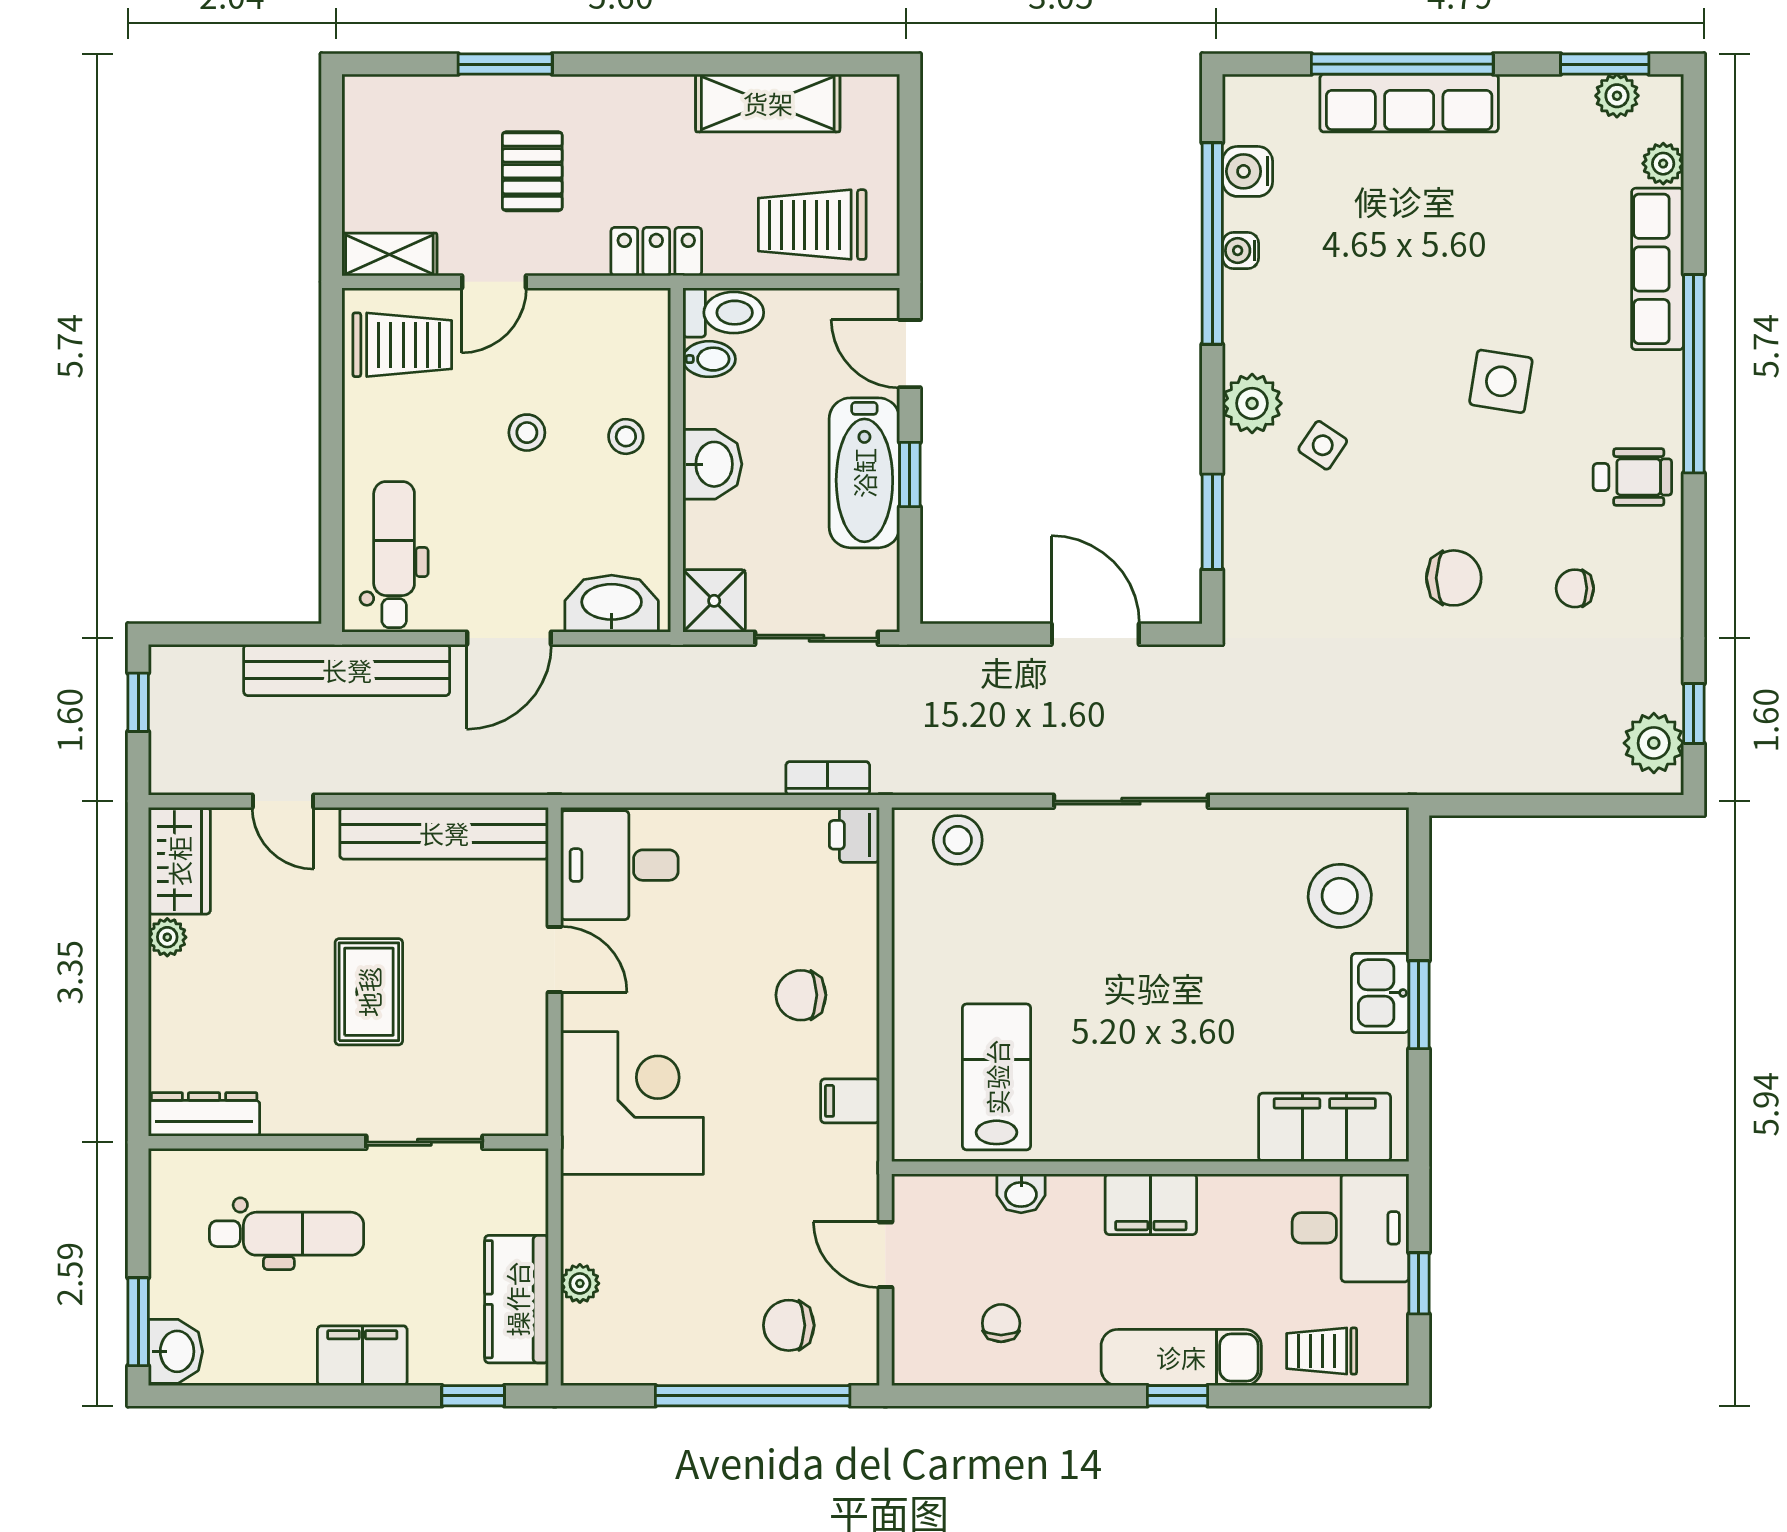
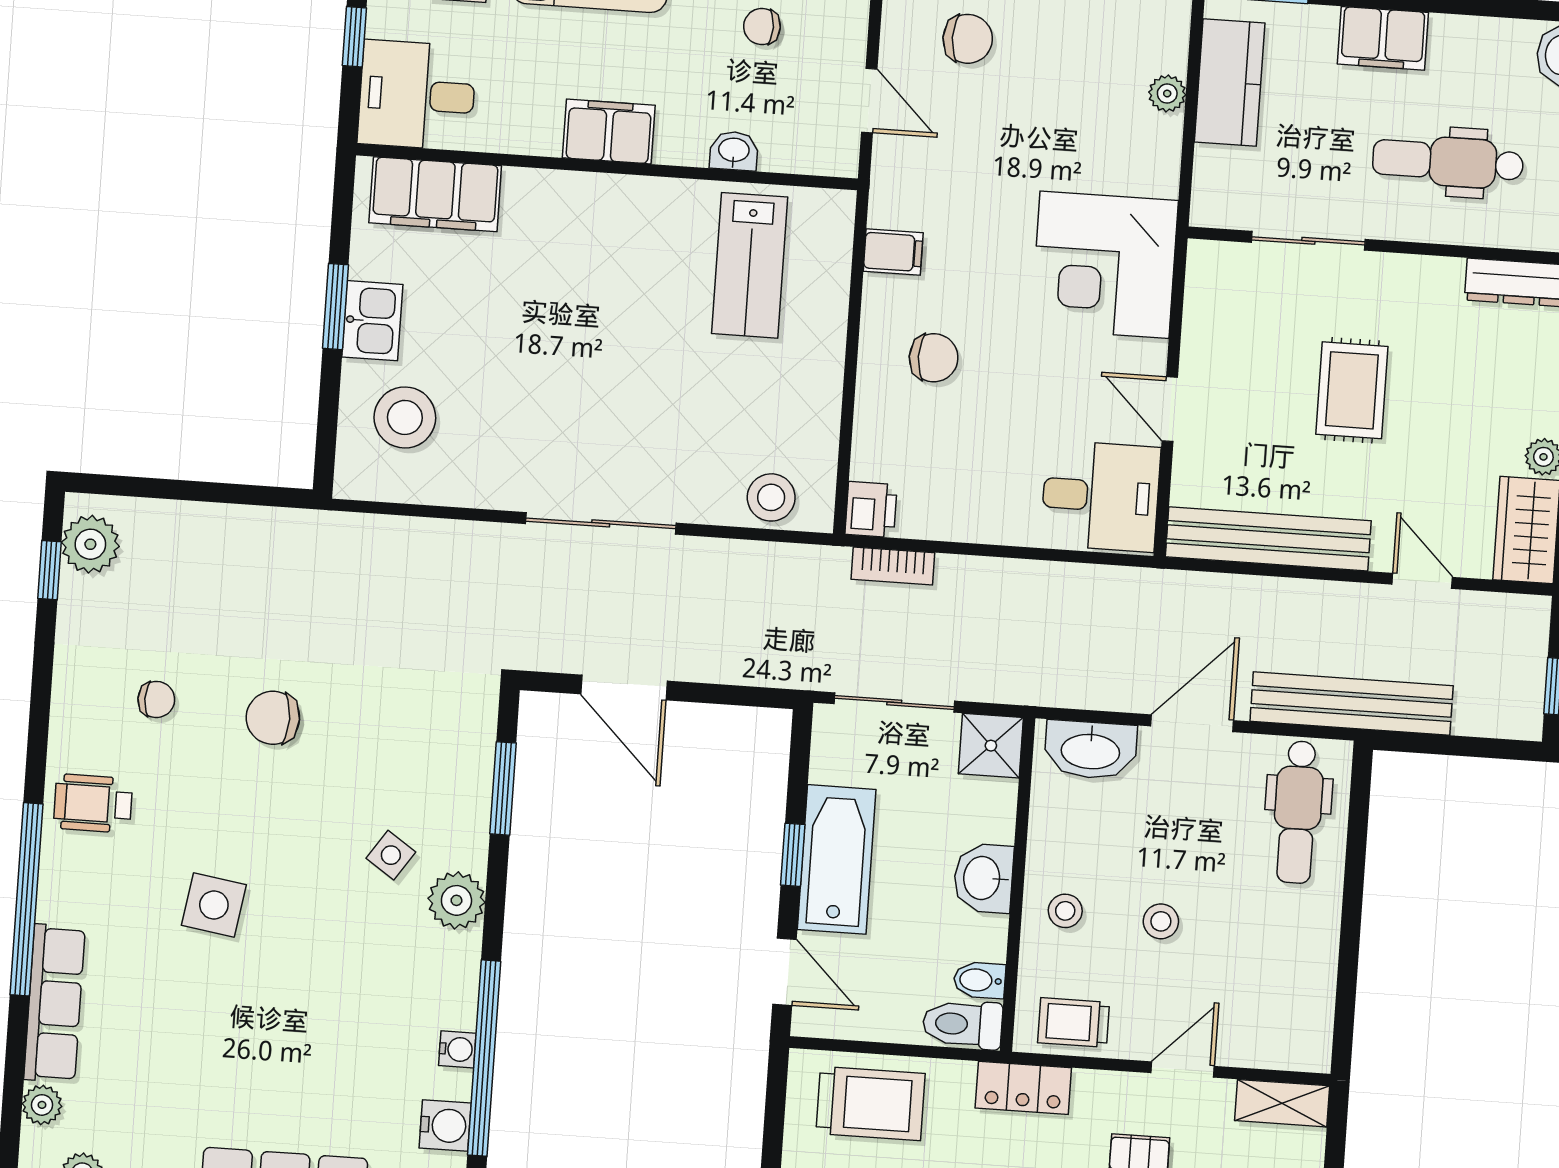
trolley: (402, 345) -> (1074, 1023), moved, width x0.73, depth x0.72
chair: (1001, 1323) -> (762, 26), turned 90

